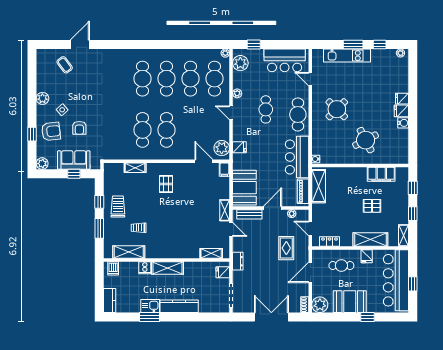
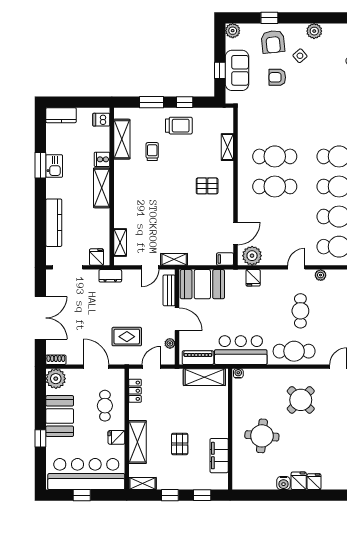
cafe table: (266, 109) -> (300, 311), turned 90
round table: (366, 140) -> (262, 436), turned 32
kitchen counter: (179, 306) -> (54, 223), moved

